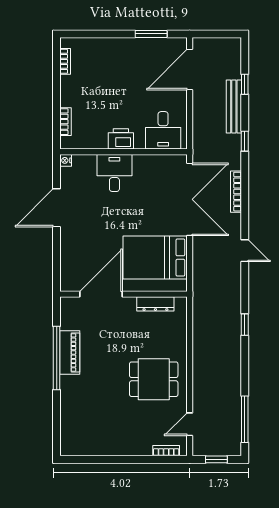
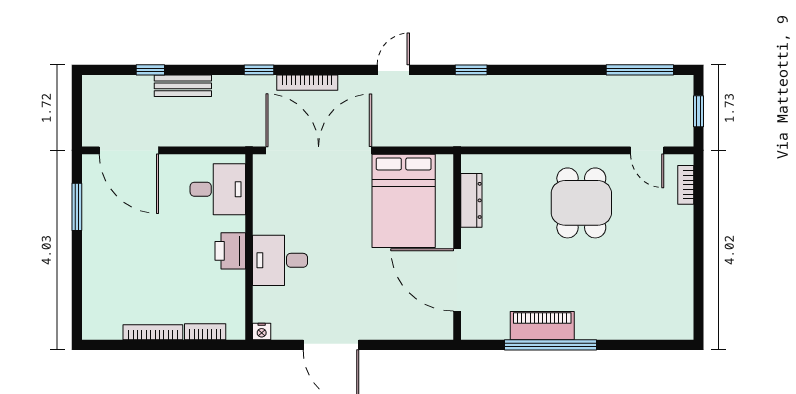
bookcase: (65, 61) -> (153, 332), moved, width x1.56
bench: (234, 106) -> (183, 86), width x0.73
window: (245, 141) -> (259, 70), moved
window: (245, 325) -> (471, 70), moved

